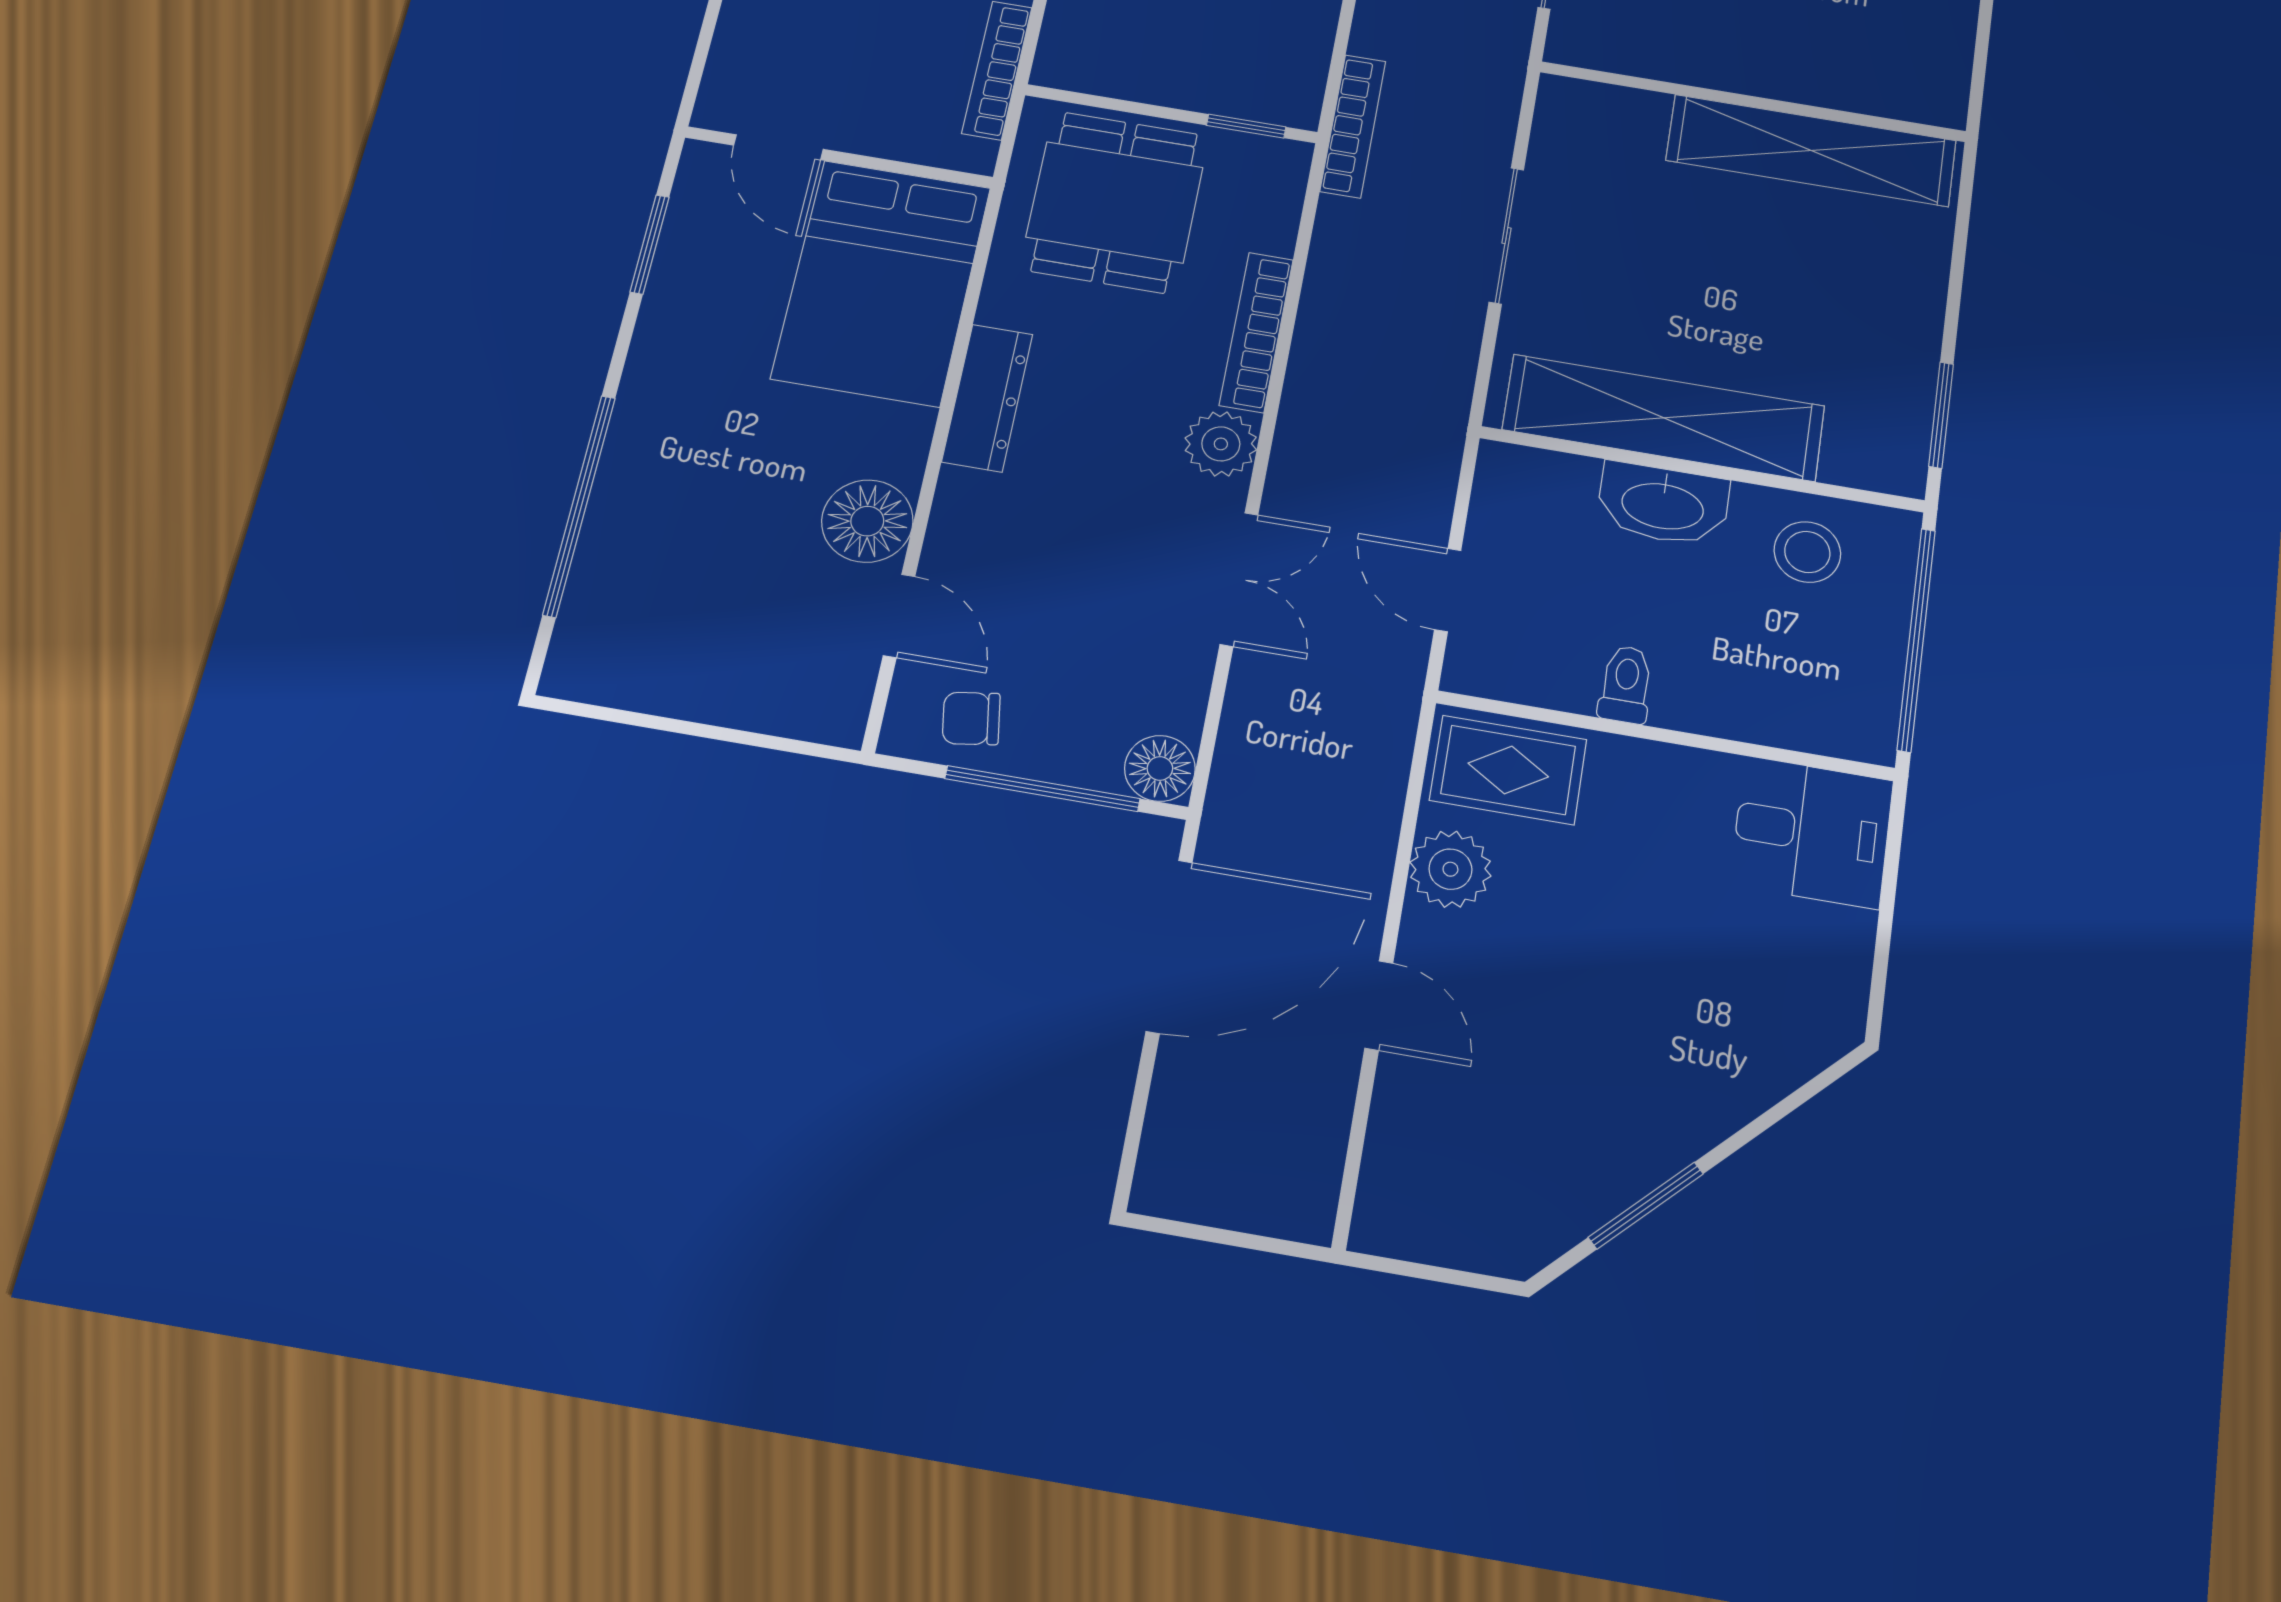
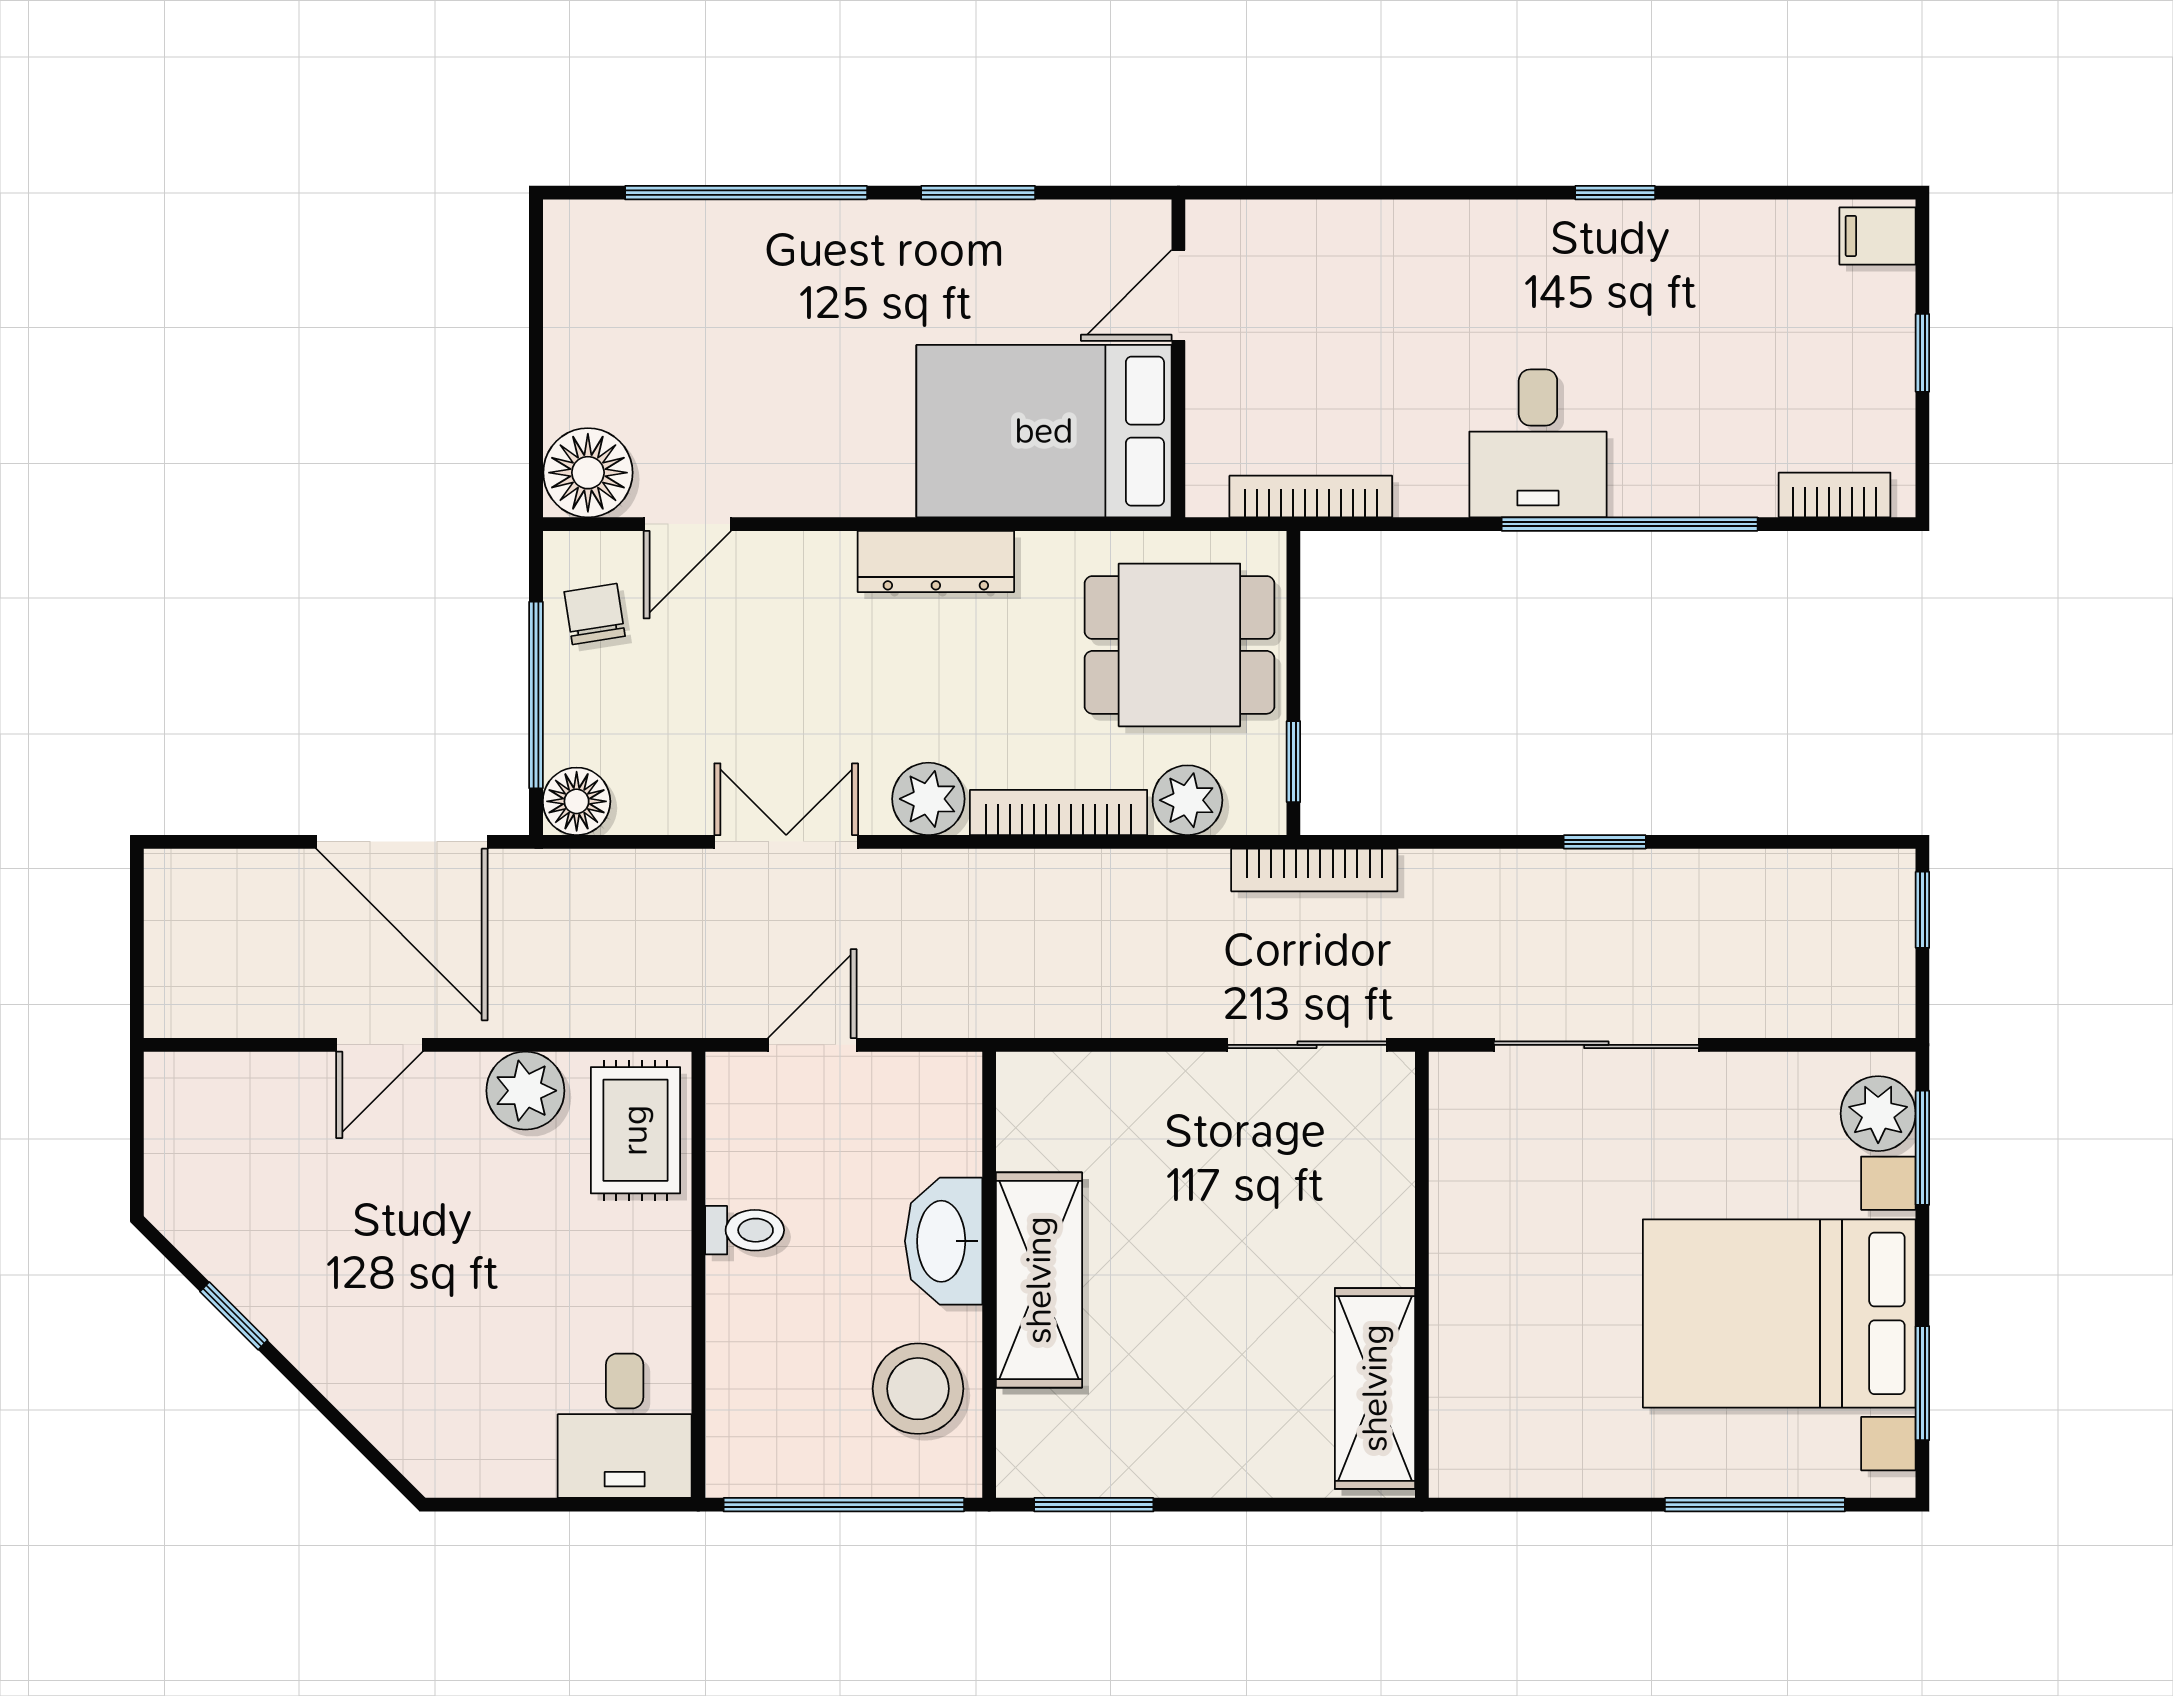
shelving: (1811, 150) -> (1375, 1388), width x0.68
plant: (1266, 220) -> (1187, 800), added
sliding door: (1506, 236) -> (1307, 1045), moved
window: (650, 244) -> (978, 193), moved
shelving: (1664, 418) -> (1039, 1280), width x0.68
floor lamp: (867, 521) -> (588, 473), moved
stool: (1807, 552) -> (918, 1389), width x1.38, depth x1.38
double door: (1239, 579) -> (786, 842), swing flipped
window: (1646, 1205) -> (234, 1316), width x0.67

